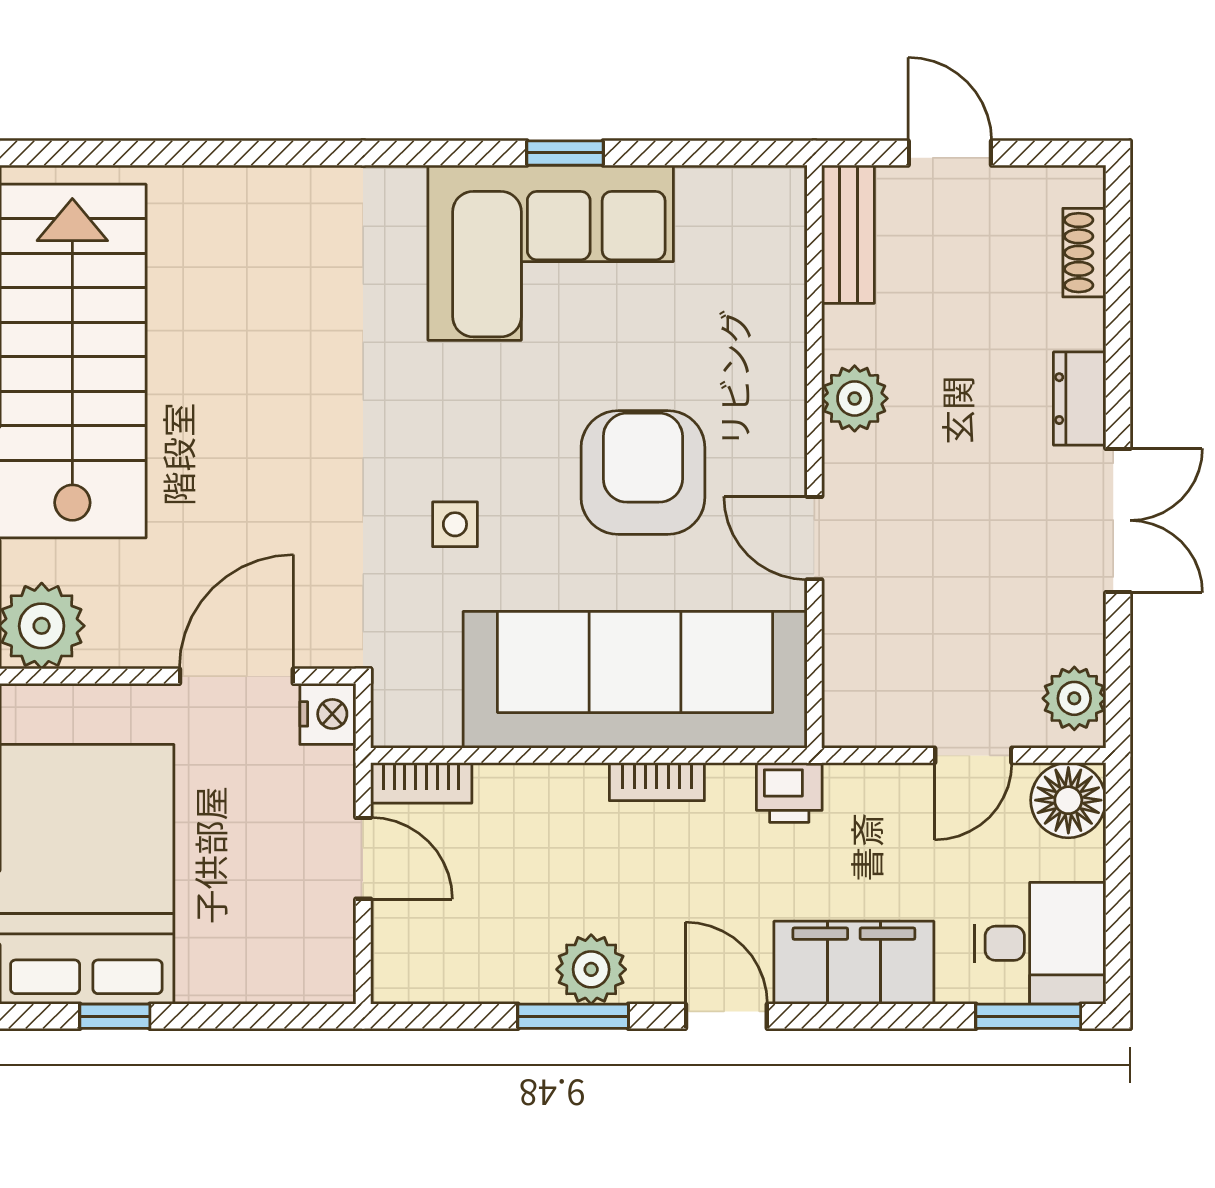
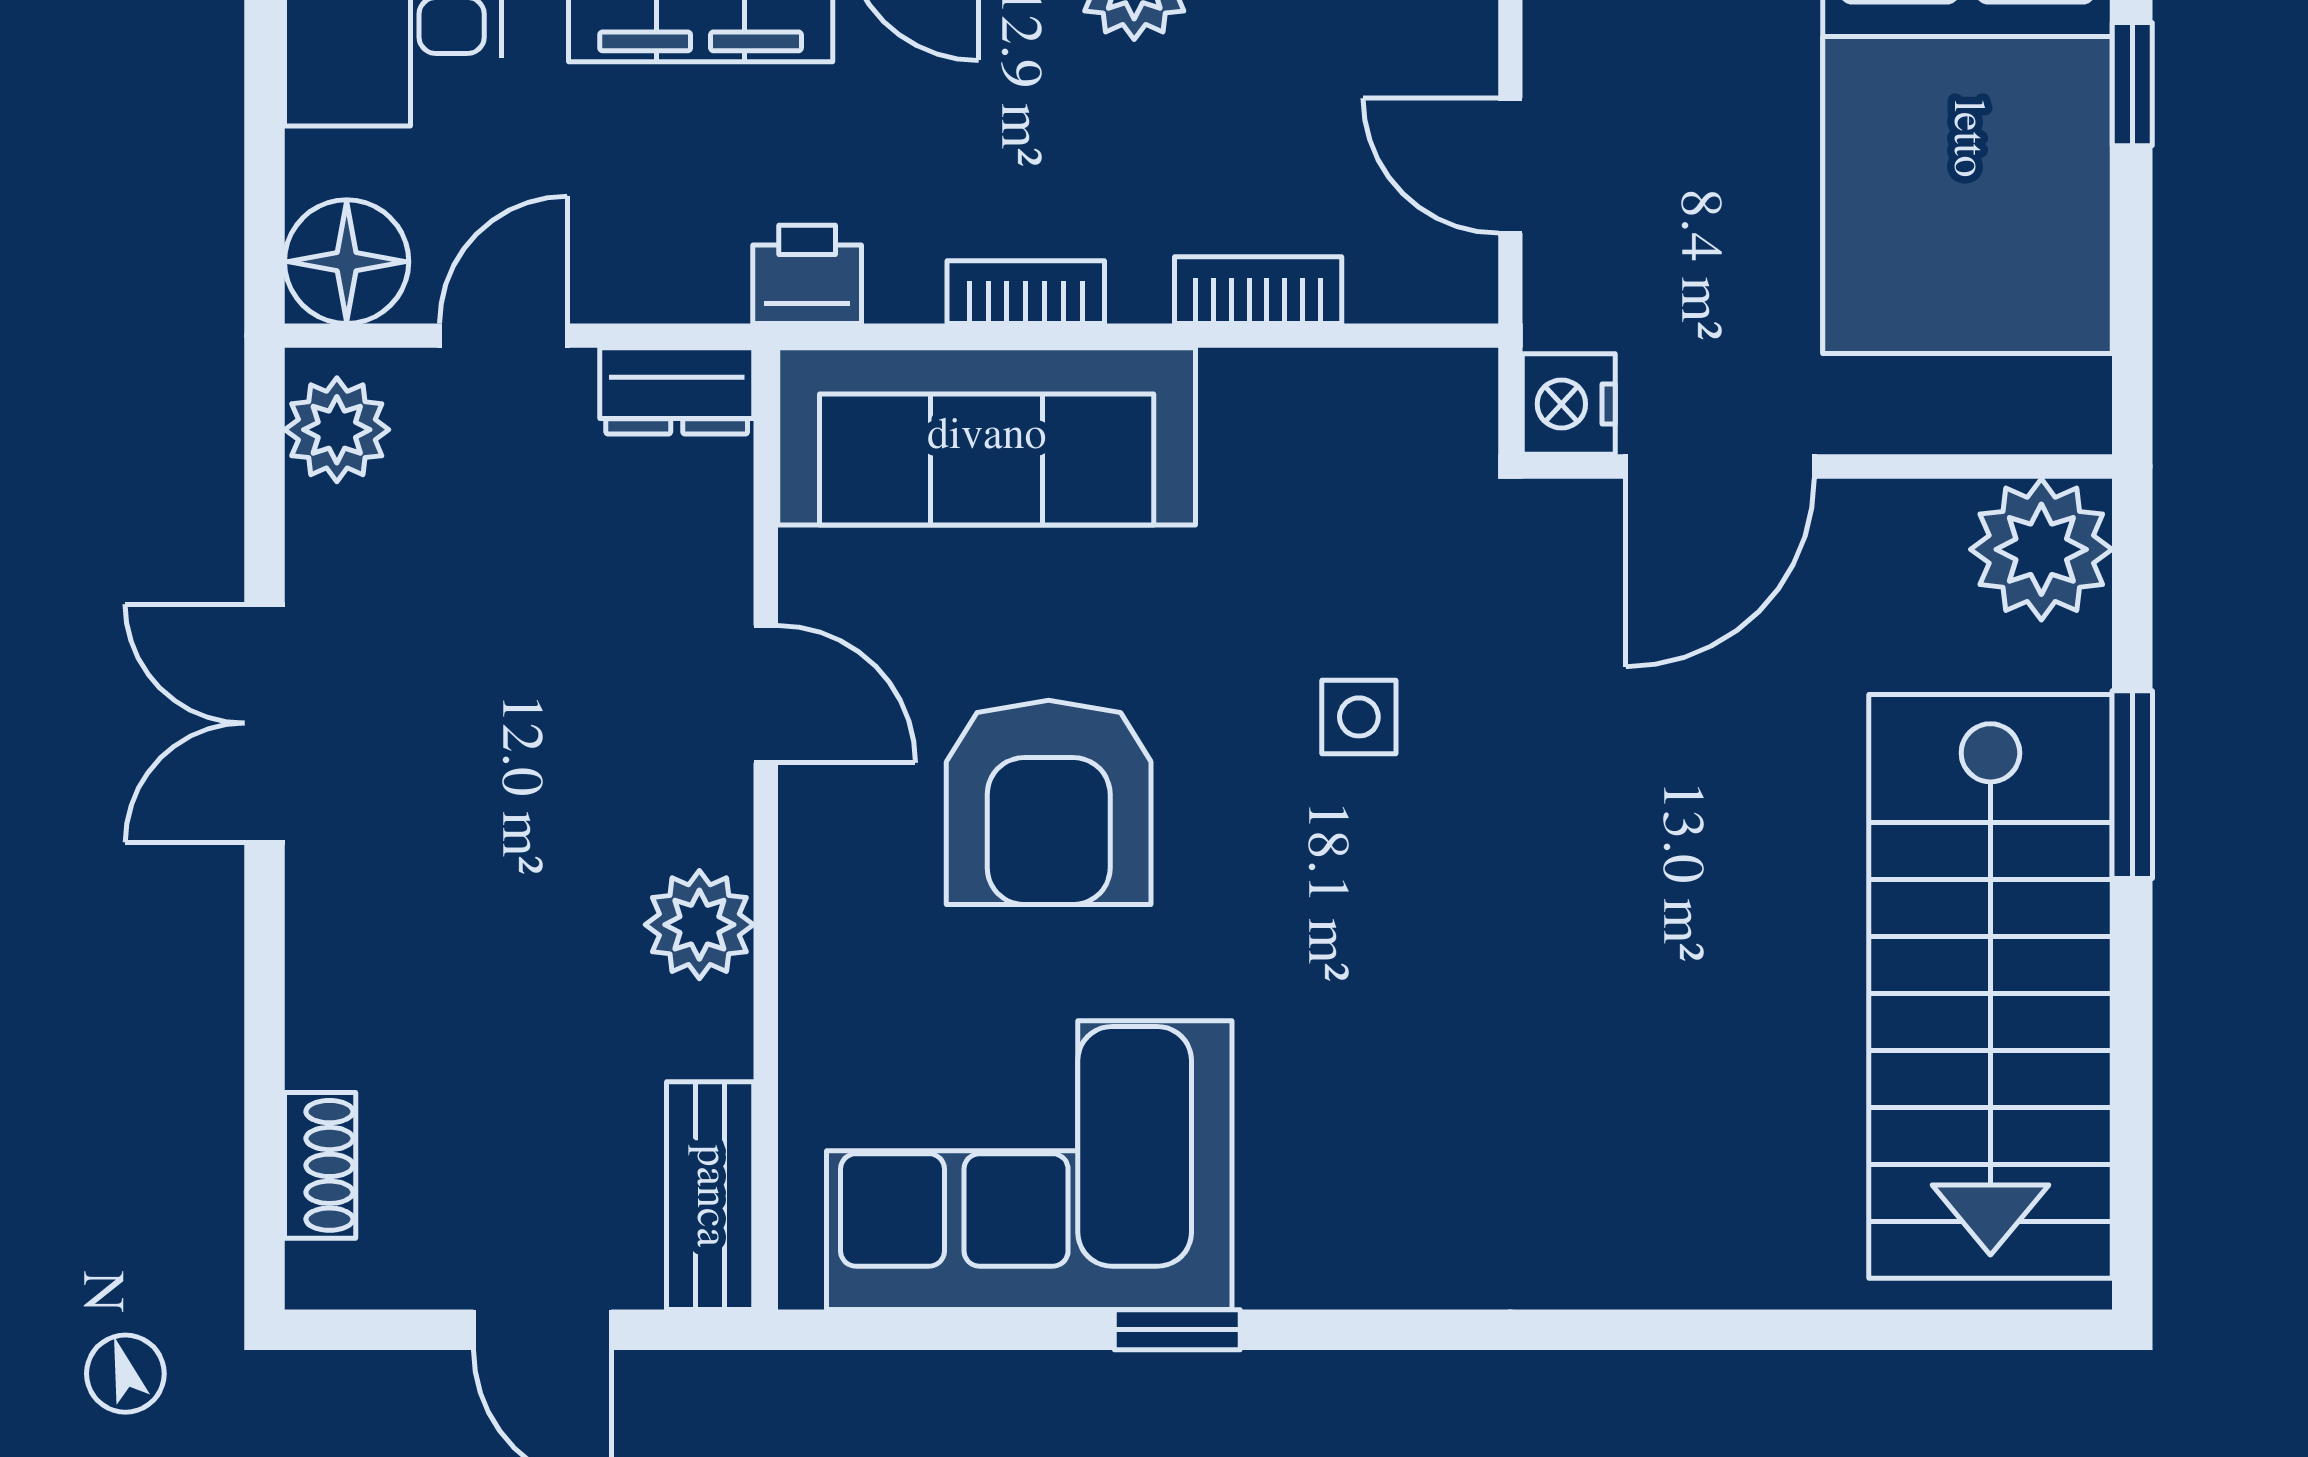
corner sofa: (551, 253) -> (1029, 1165), moved
dresser: (1080, 399) -> (677, 391), moved, turned 90
sofa: (635, 680) -> (987, 436), width x0.74, depth x0.79
bookcase: (421, 783) -> (1258, 290), moved

